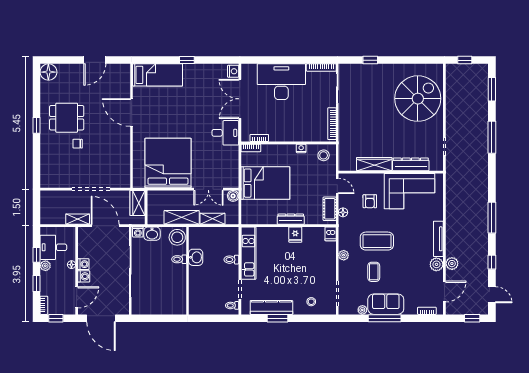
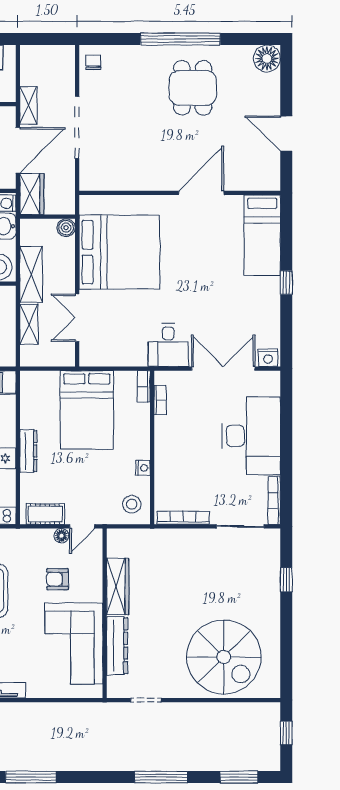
window: (37, 125) -> (180, 39), width x3.17
chair: (78, 144) -> (93, 62), moved
boiler: (233, 196) -> (66, 228), moved
wardrobe: (138, 203) -> (32, 194), moved, turned 90
floor lamp: (343, 212) -> (61, 536), moved

